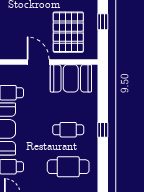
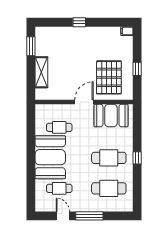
door: (38, 62) -> (84, 102), hinge flipped
cafe table: (68, 130) -> (109, 158), width x1.37, depth x1.35

